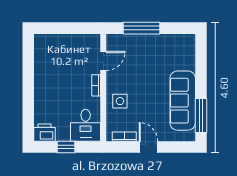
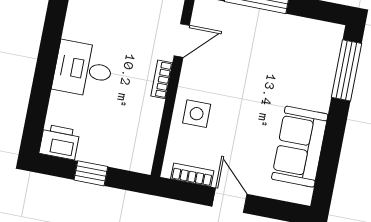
sofa: (183, 101) -> (300, 147), width x0.73
window: (201, 115) -> (346, 70), moved
desk: (86, 125) -> (83, 69), moved, turned 90

